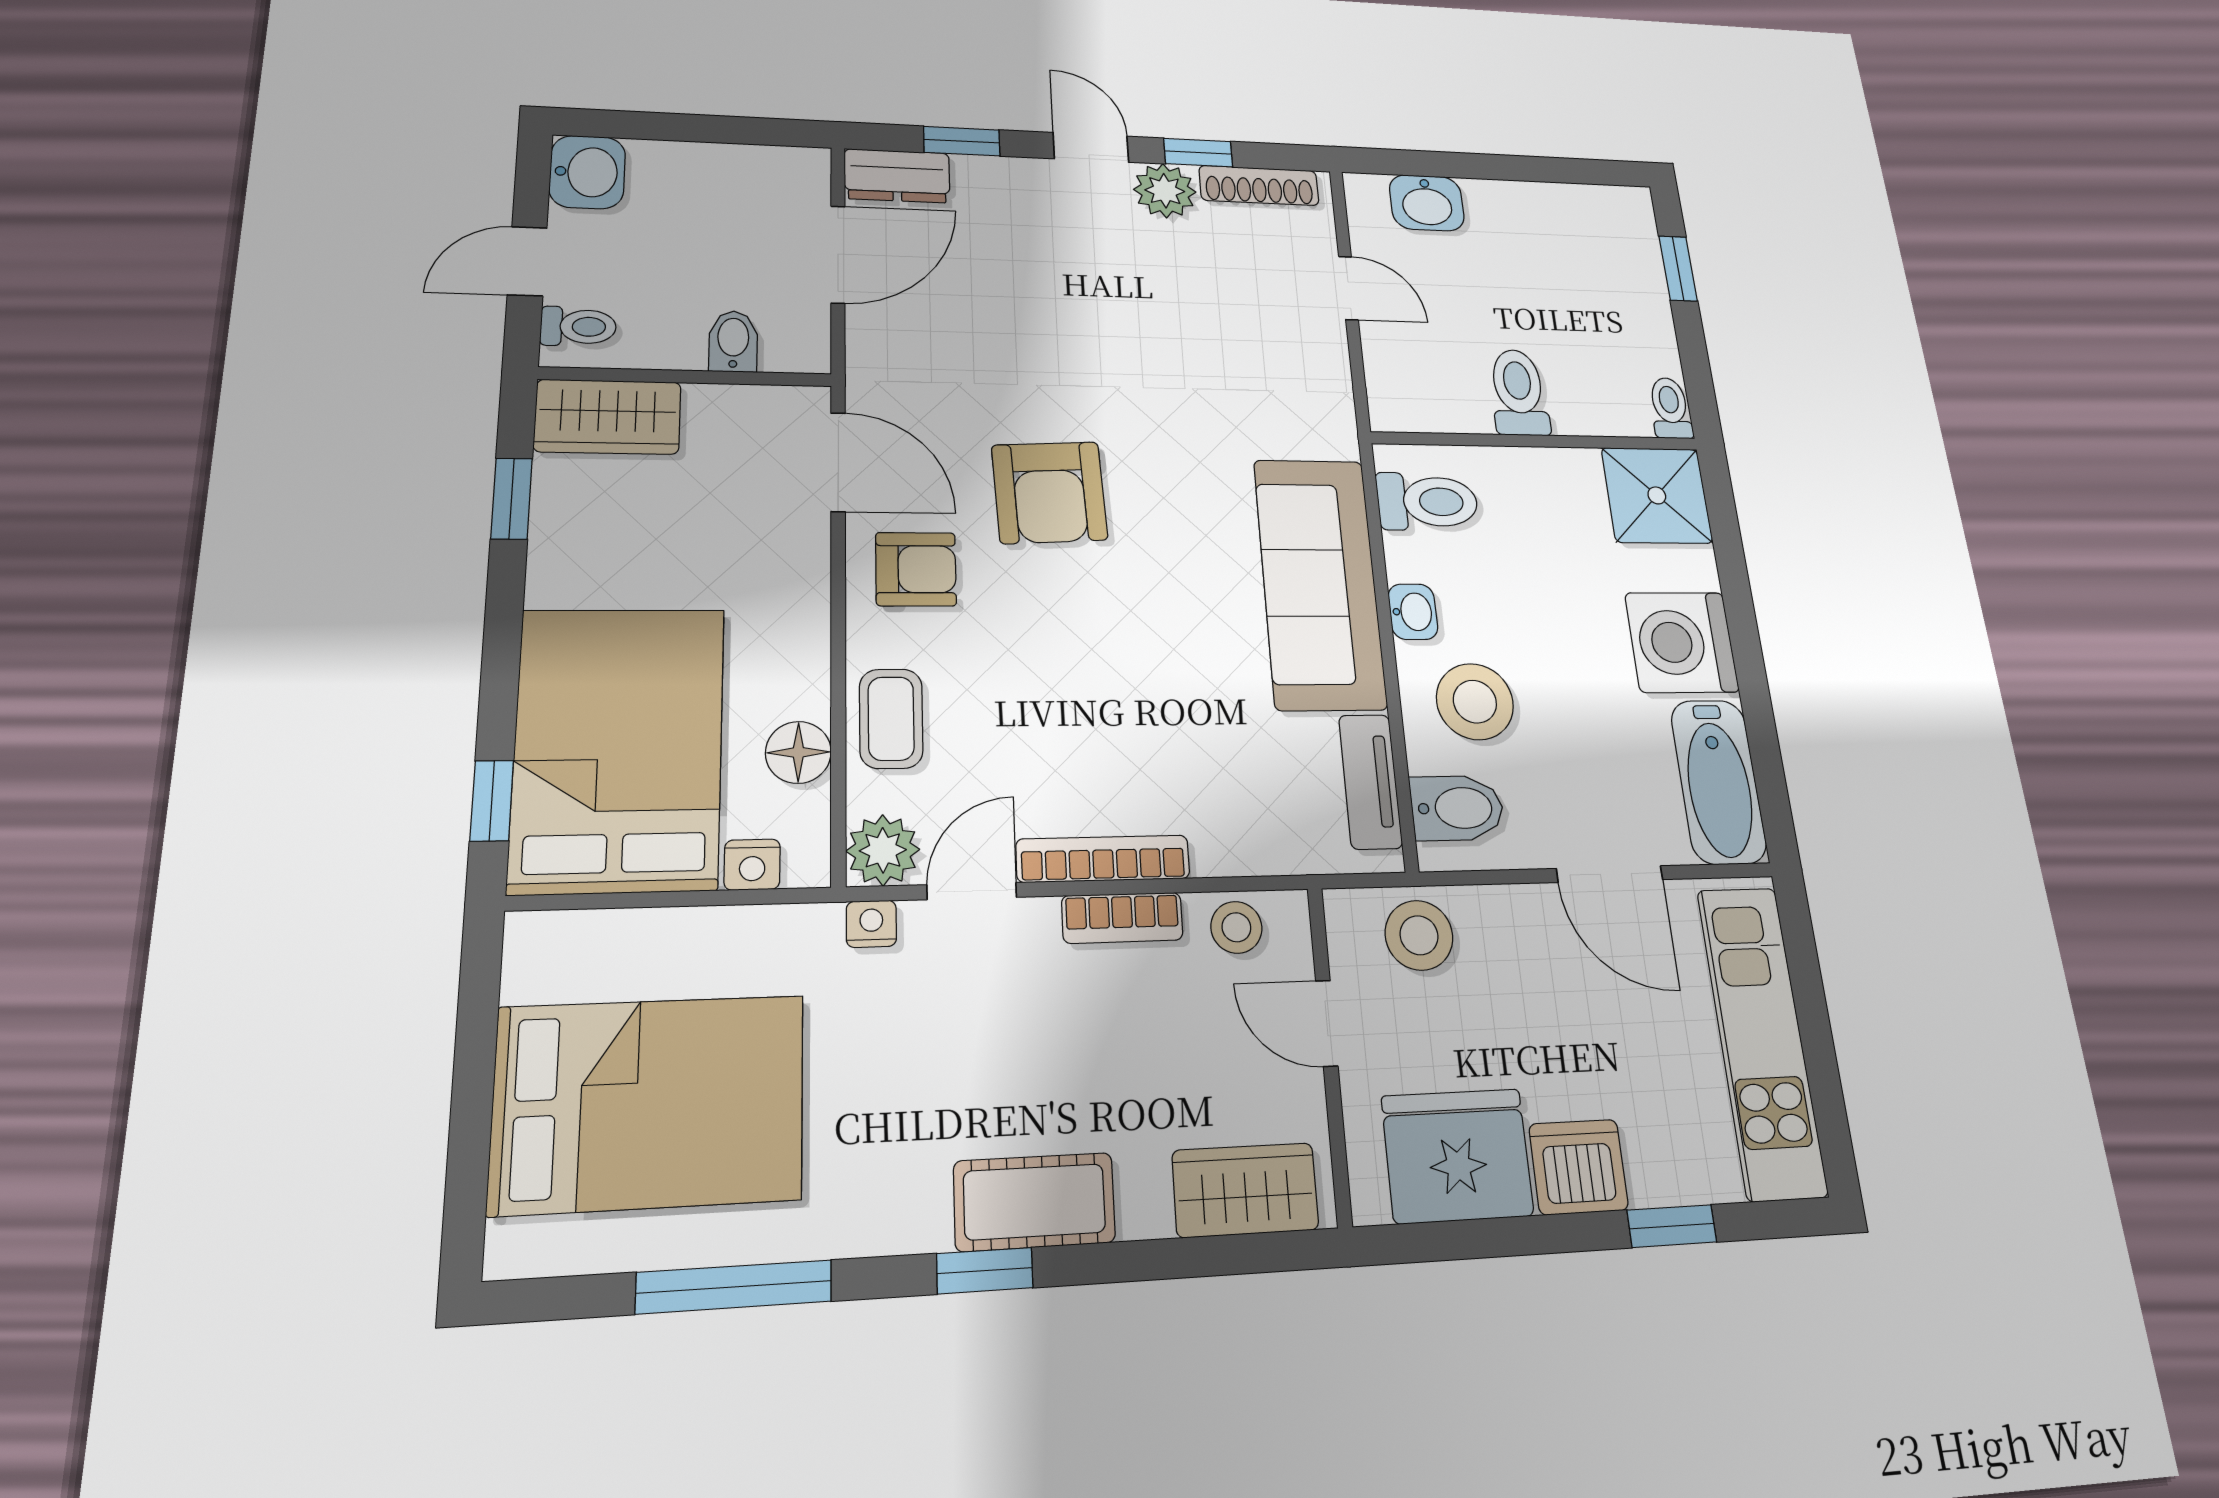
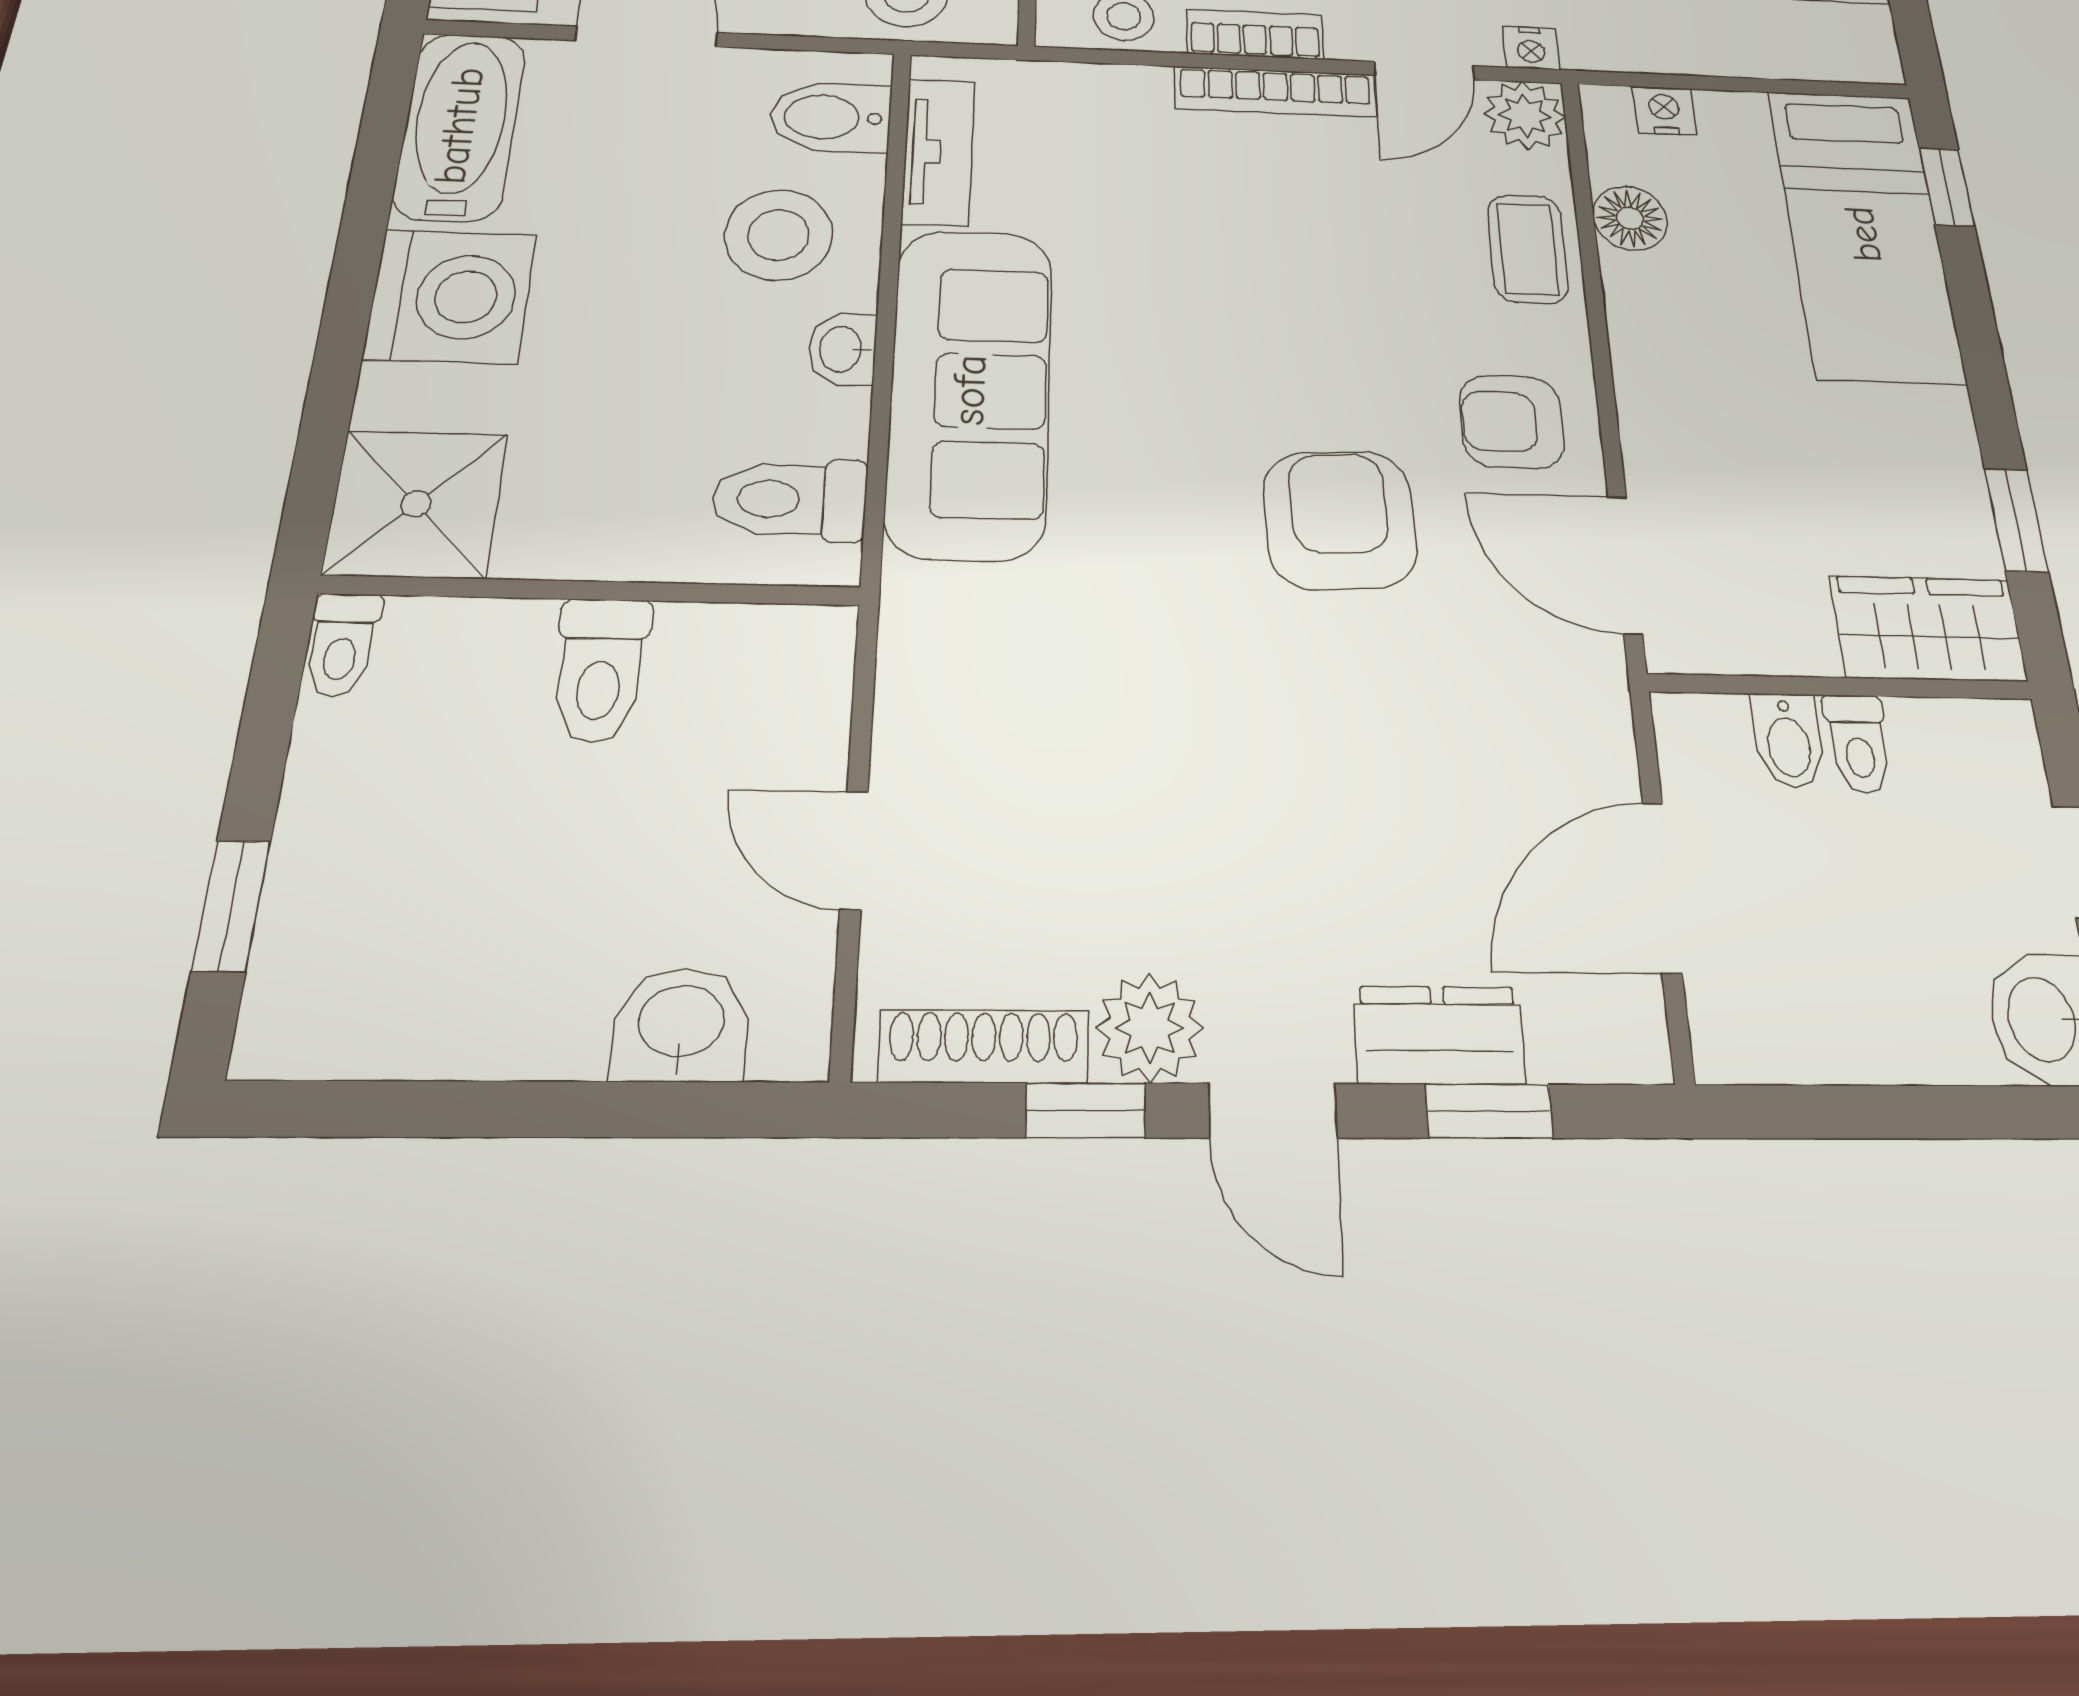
dresser: (897, 176) -> (1439, 1035), moved
toilet: (578, 327) -> (1858, 744), moved, turned -90
bed: (619, 748) -> (1864, 234), width x0.67

